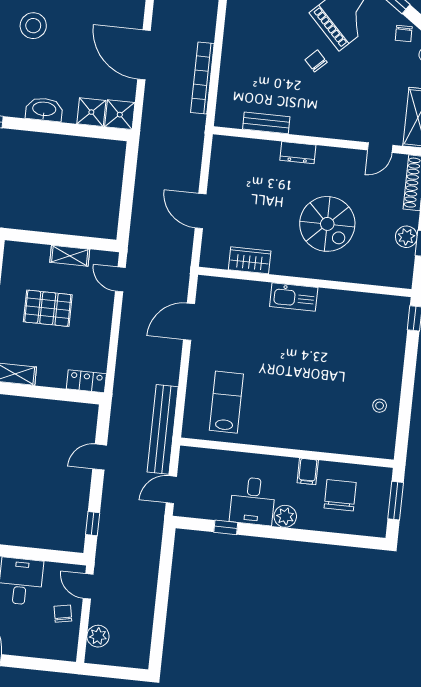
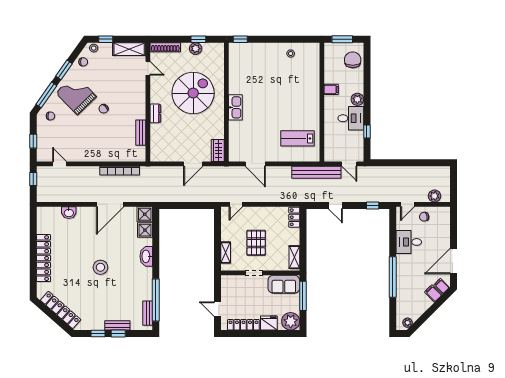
spiral stairs: (327, 224) -> (193, 93), width x1.37, depth x1.37
shelving: (70, 256) -> (226, 253), moved
wardrobe: (250, 260) -> (218, 150), moved
chair: (340, 495) -> (353, 60), moved, turned 90

